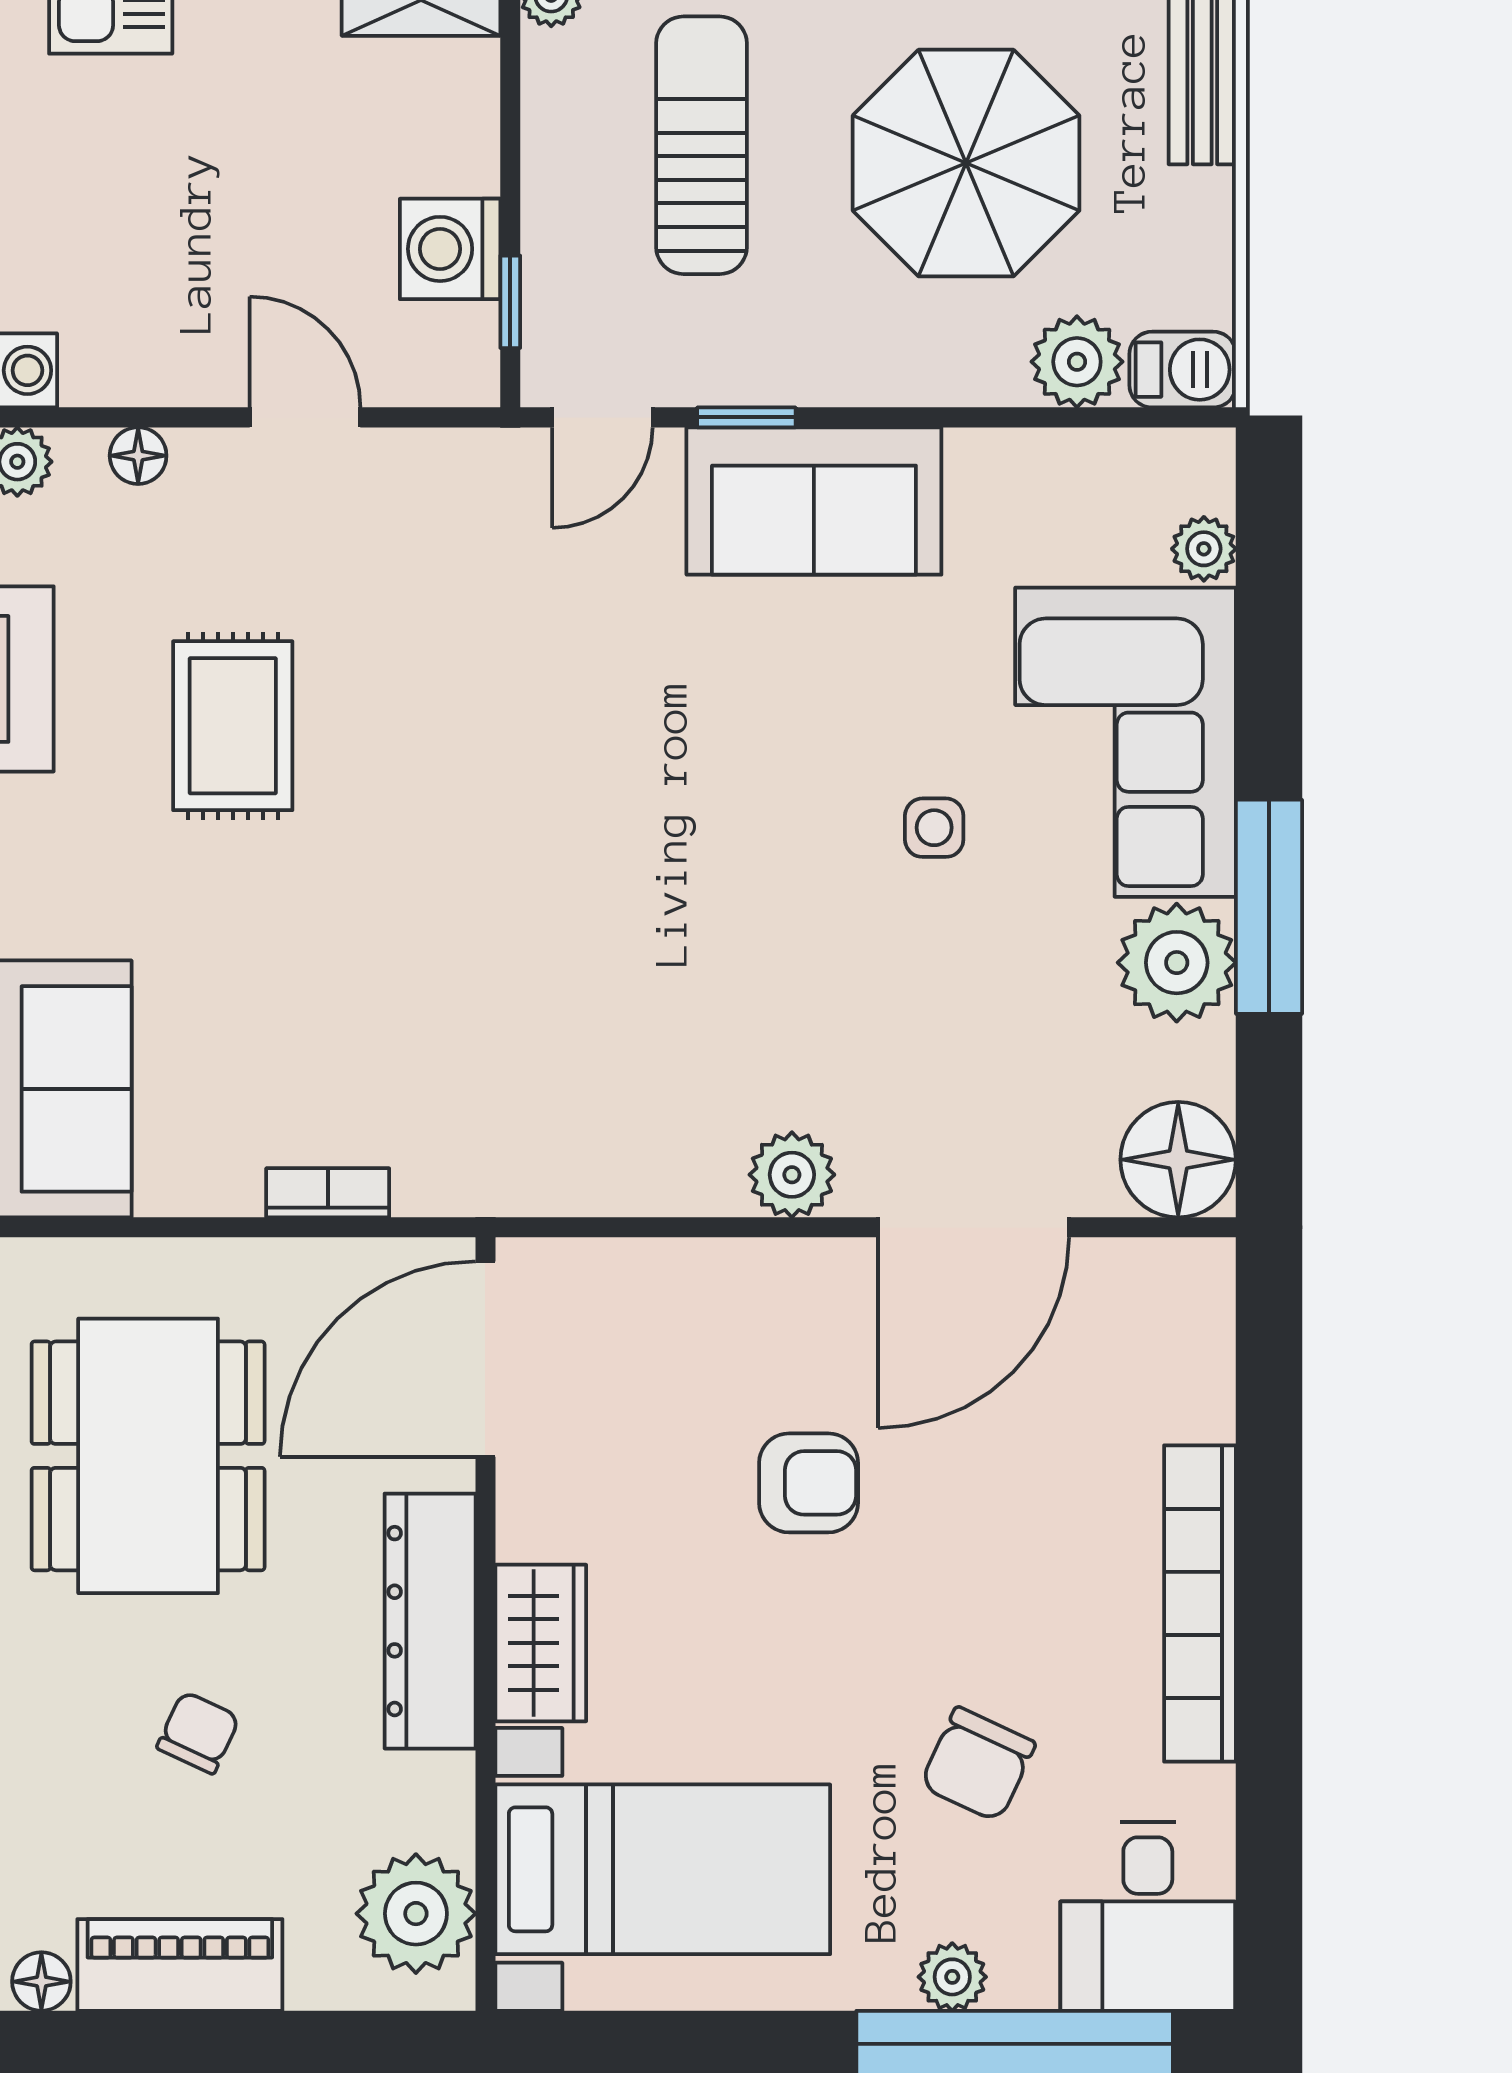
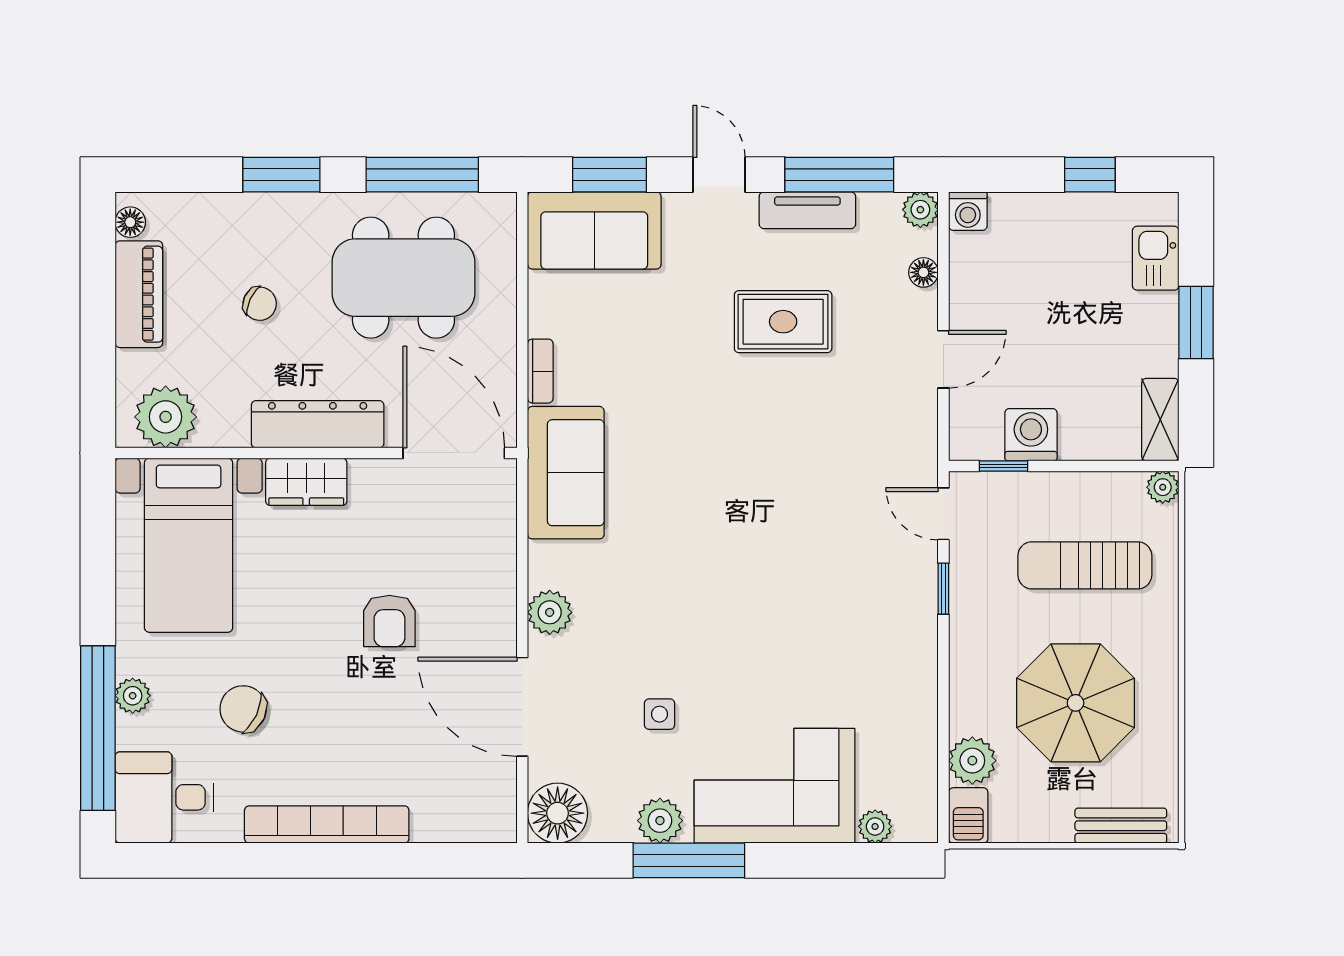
sun lounger: (702, 145) -> (1085, 565), turned 180
sofa: (814, 501) -> (566, 473), moved, turned 180
side table: (934, 828) -> (660, 714), moved
plant: (1177, 963) -> (660, 821), width x0.73, depth x0.73

